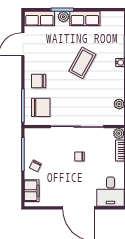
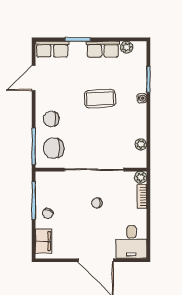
plant: (63, 17) -> (127, 47), moved
coffee table: (82, 63) -> (100, 99), turned 58
chair: (41, 107) -> (54, 148), turned 180

